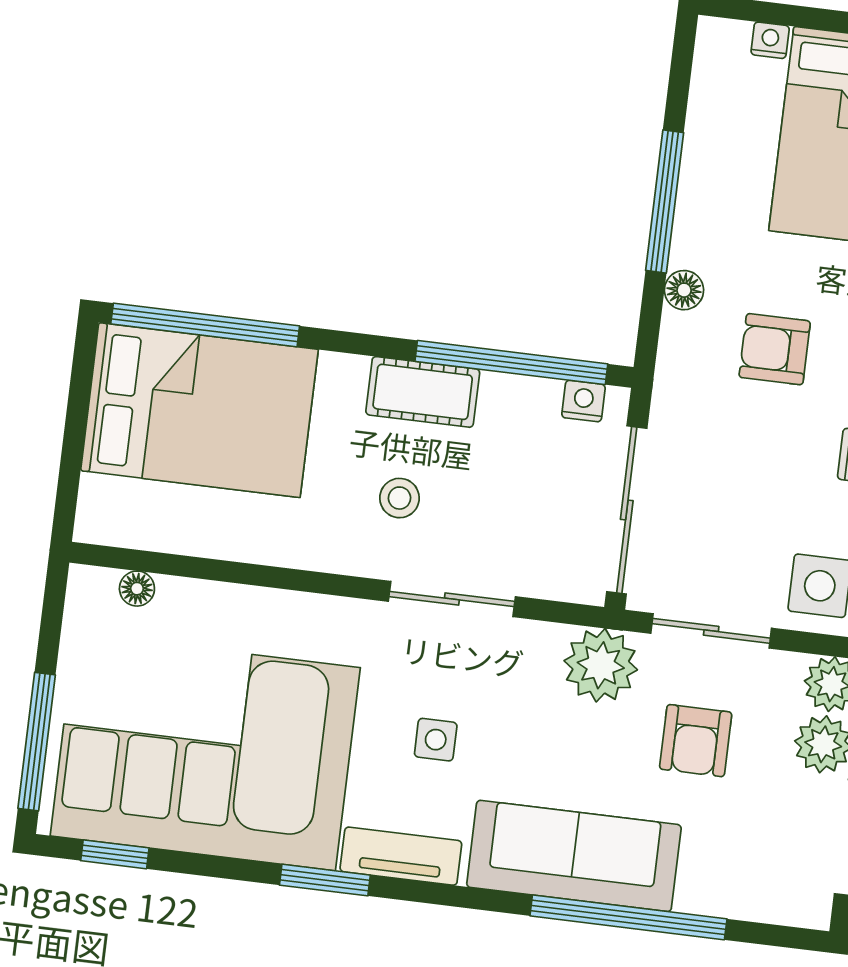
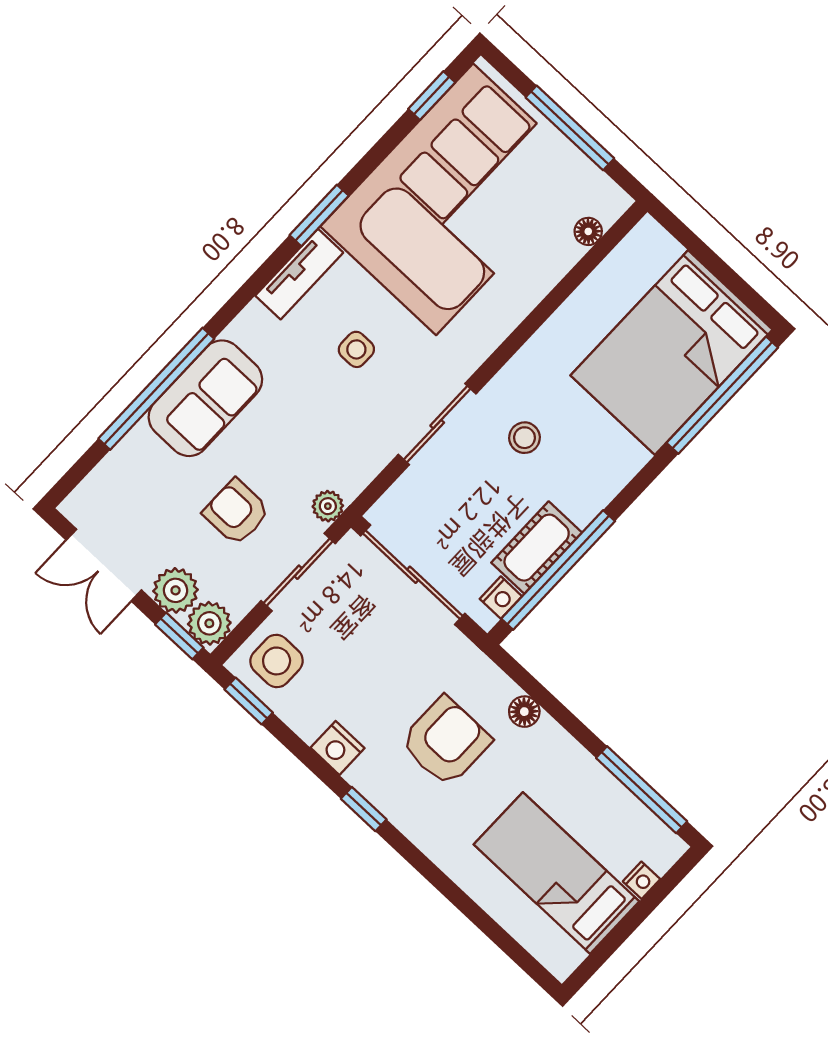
window: (665, 201) -> (642, 790), moved
armchair: (775, 349) -> (446, 741), width x1.38, depth x1.38
cot: (423, 392) -> (537, 548), moved
plant: (601, 665) -> (328, 506), width x0.53, depth x0.53
window: (37, 742) -> (570, 128), moved
sofa: (574, 856) -> (205, 398), width x0.73

